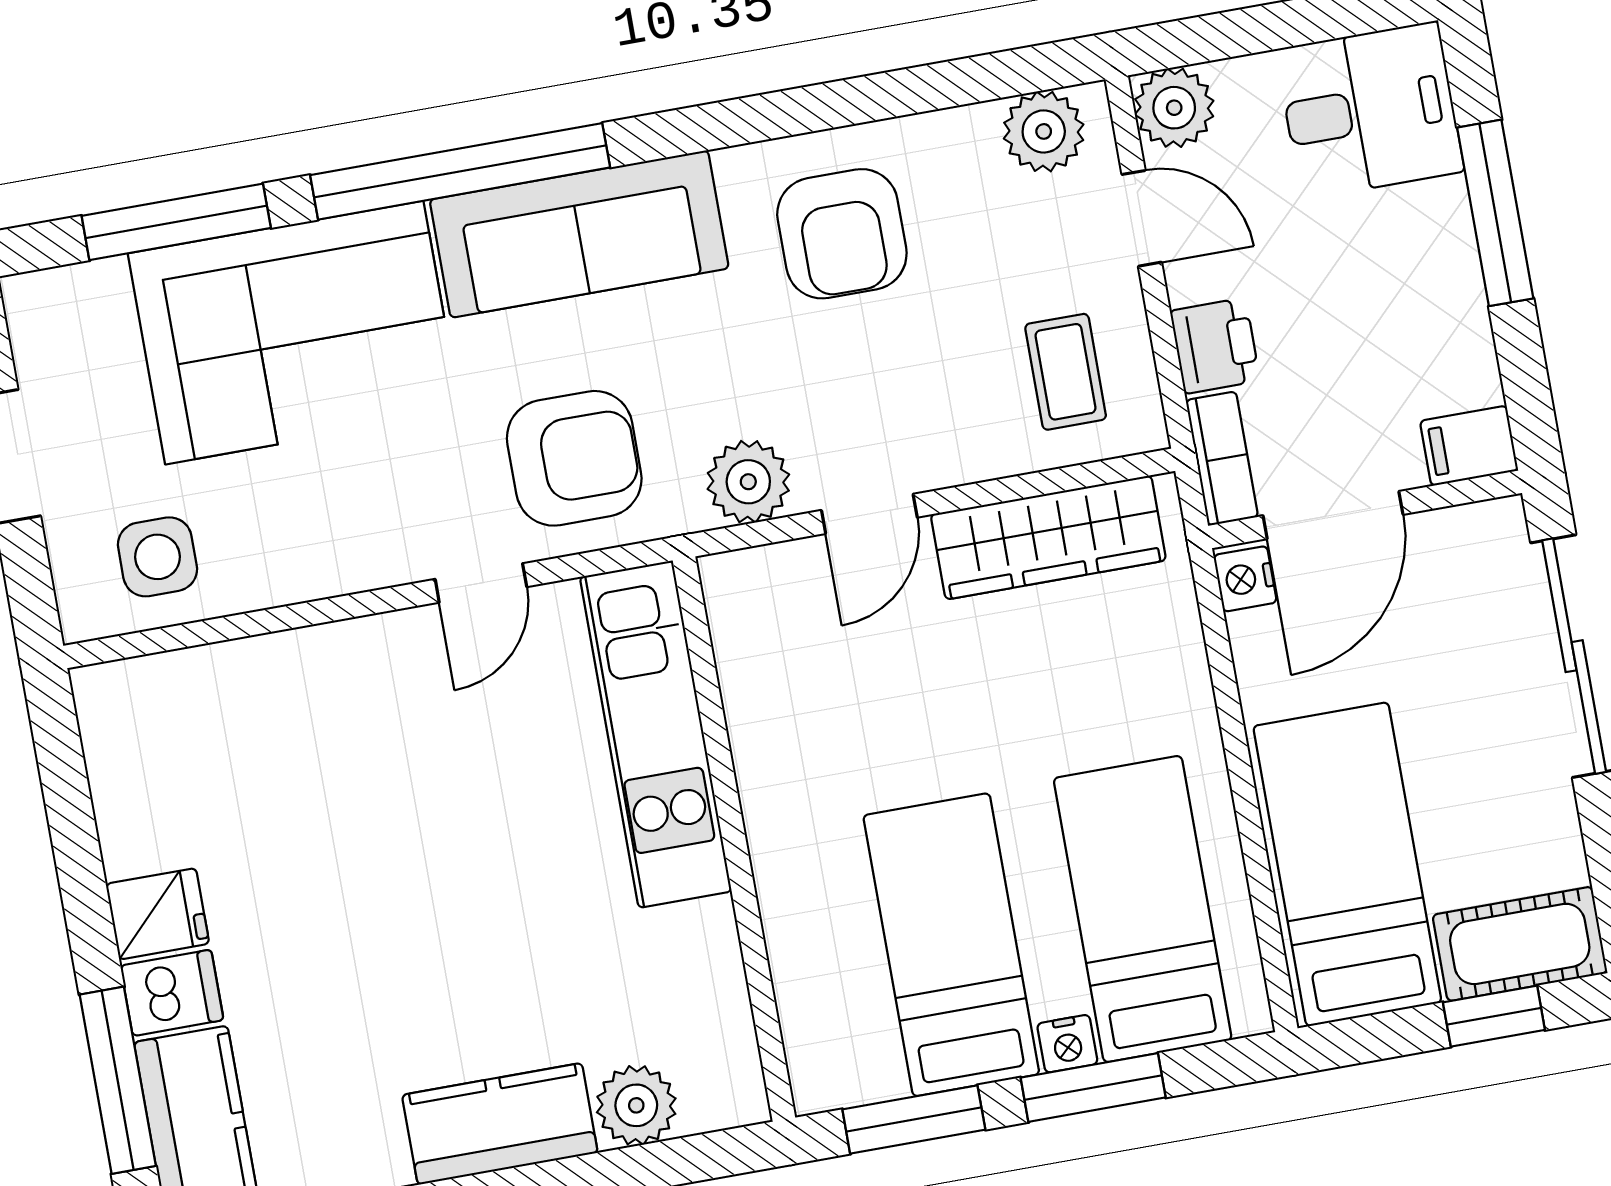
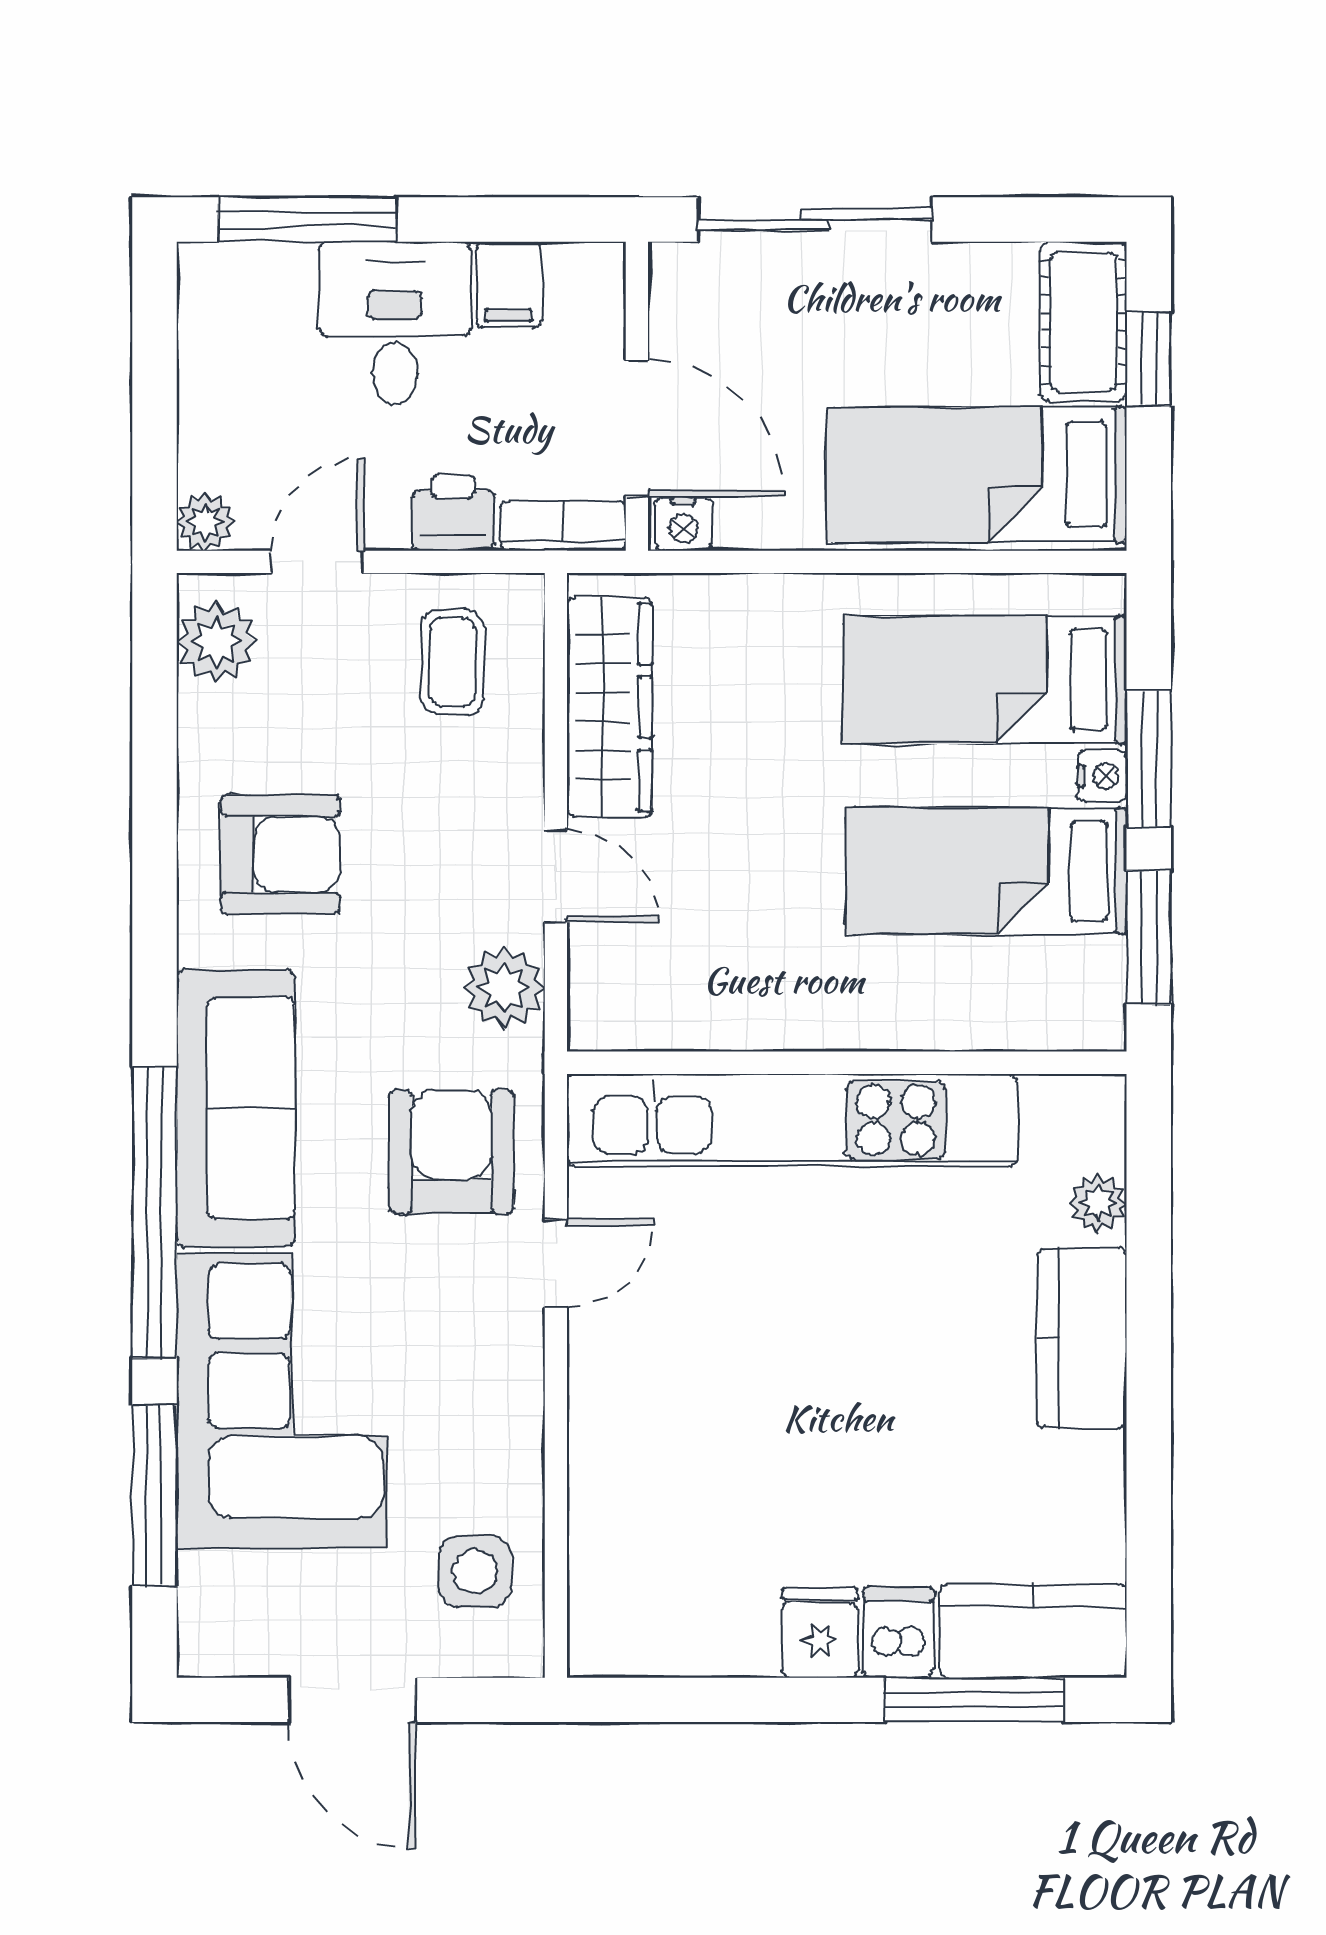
plant: (1174, 108) -> (205, 522), width x0.73, depth x0.73
desk: (1370, 110) -> (395, 323), moved
window: (1495, 213) -> (307, 219), moved
coffee table: (1066, 372) -> (452, 662), turned 90
filing cabinet: (1469, 446) -> (509, 285), moved
door: (481, 583) -> (556, 1263), hinge flipped
kitchen unit: (656, 734) -> (792, 1120), width x1.36
plant: (636, 1105) -> (1098, 1203), width x0.73, depth x0.73

